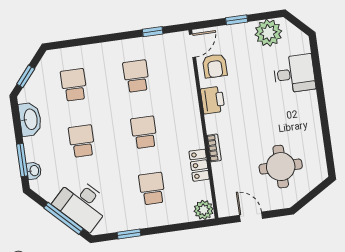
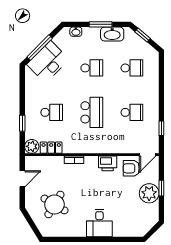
plant: (268, 33) -> (149, 193), moved
door: (192, 46) -> (148, 155), hinge flipped
desk: (294, 74) -> (99, 223), moved
school desk: (144, 132) -> (92, 112), width x1.85
window: (22, 160) -> (101, 24), moved
locker: (199, 165) -> (51, 148), moved
round table: (281, 167) -> (54, 204), turned 31
window: (129, 234) -> (22, 123), moved

